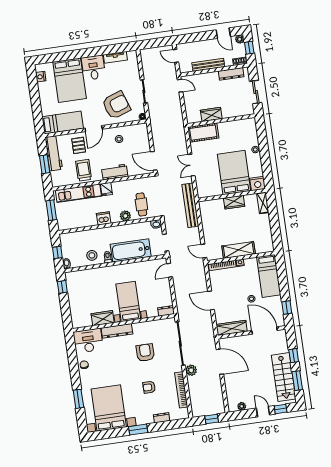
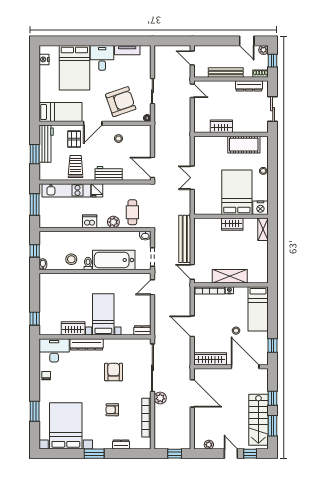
cot: (203, 133) -> (244, 145), moved
bench: (190, 205) -> (185, 239), moved
window: (62, 287) -> (35, 319), moved

